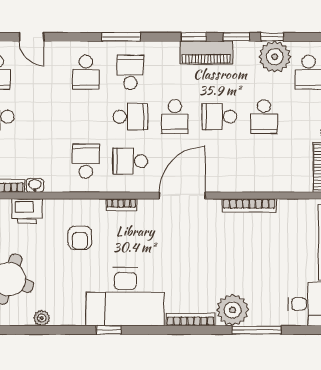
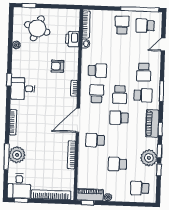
piano: (206, 53) -> (152, 123), moved
plant: (275, 57) -> (149, 158), moved
school desk: (86, 72) -> (144, 72), turned -90
school desk: (219, 117) -> (95, 140), moved, turned -90
door: (182, 196) -> (78, 120), swing flipped
desk: (125, 297) -> (23, 89), width x0.53, depth x0.77
plant: (233, 310) -> (17, 155), moved

